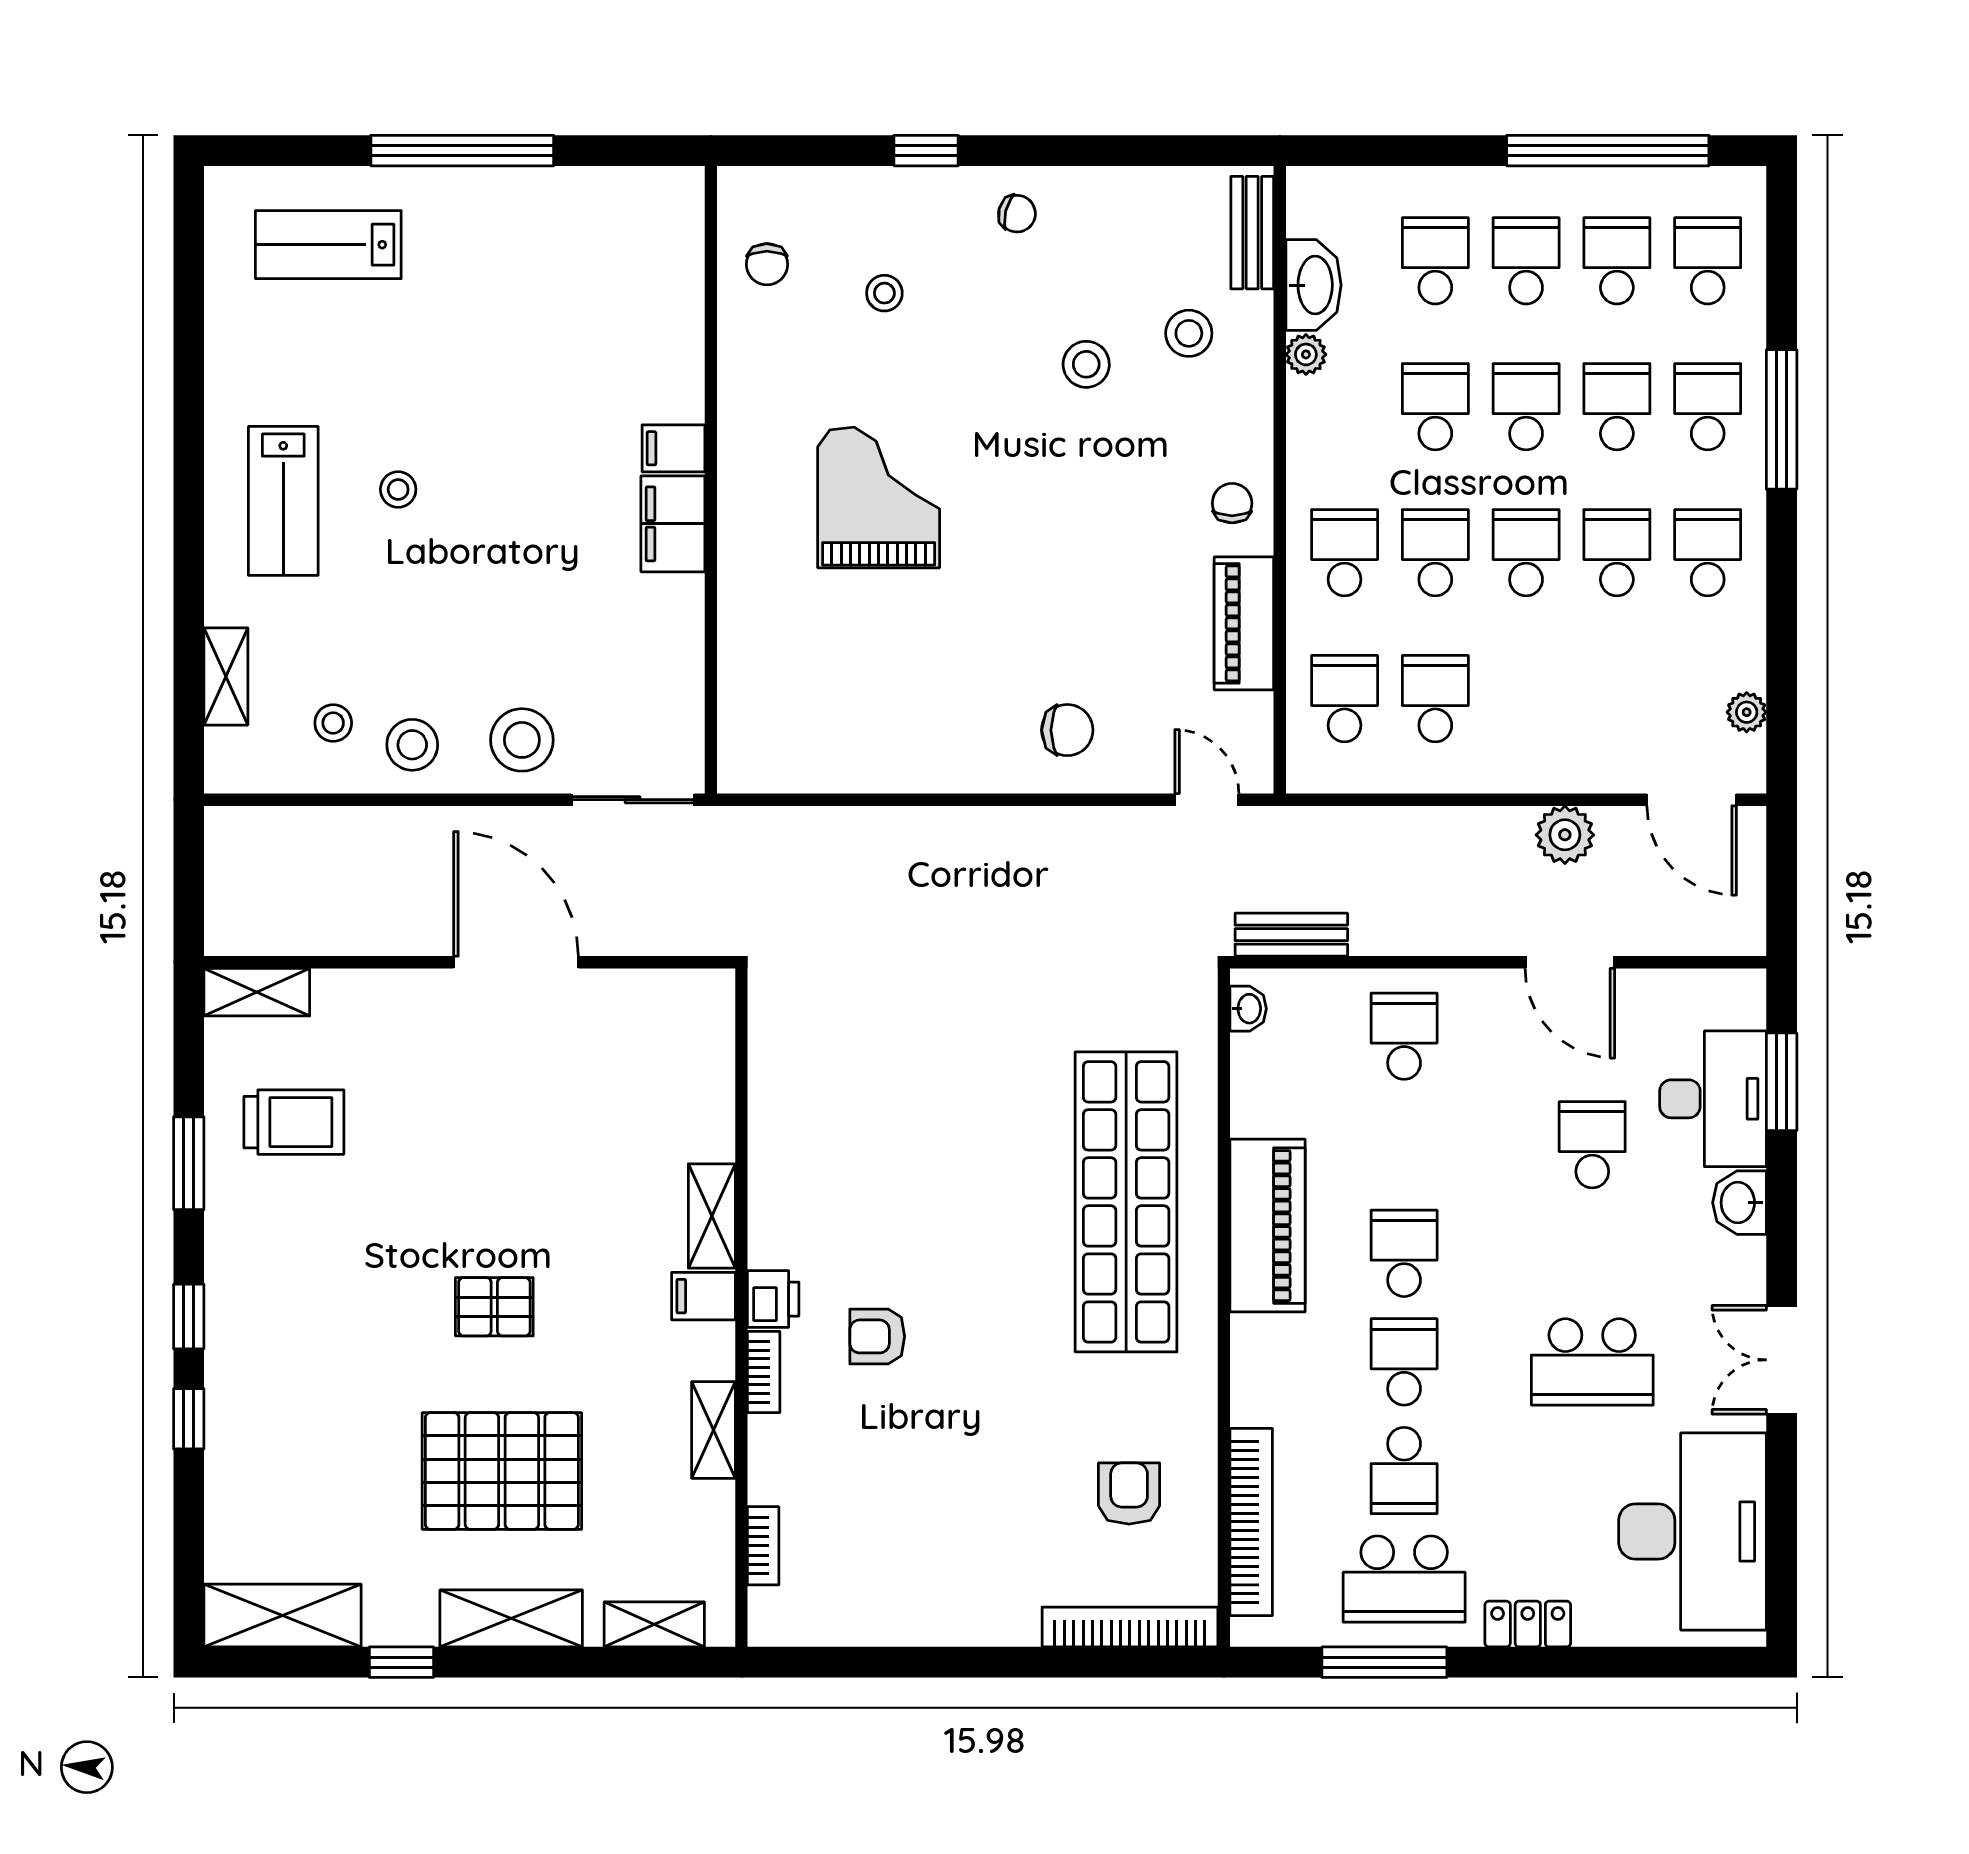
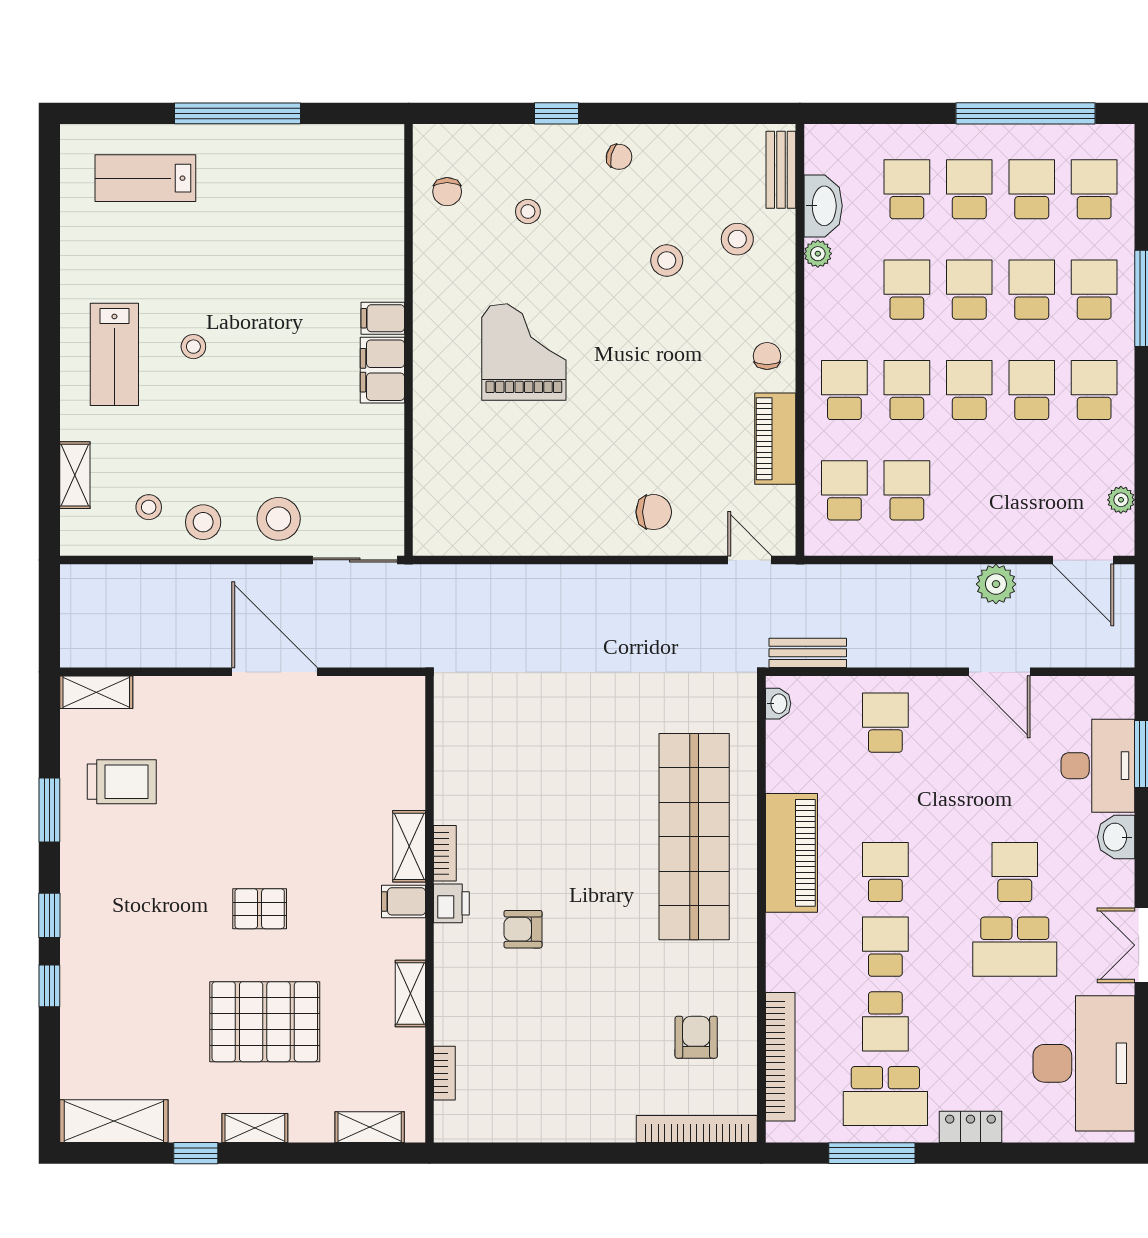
school desk: (1592, 1145) -> (1015, 872), moved
bookcase: (764, 1372) -> (445, 853), moved
shelving: (511, 1618) -> (255, 1128), width x0.67, depth x0.75

